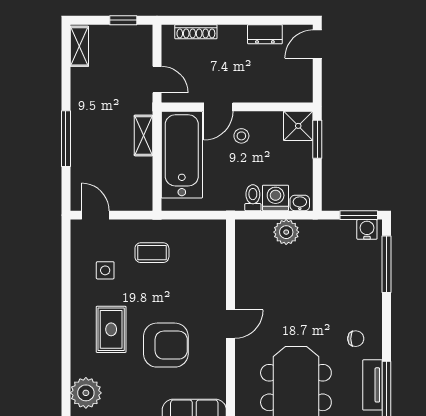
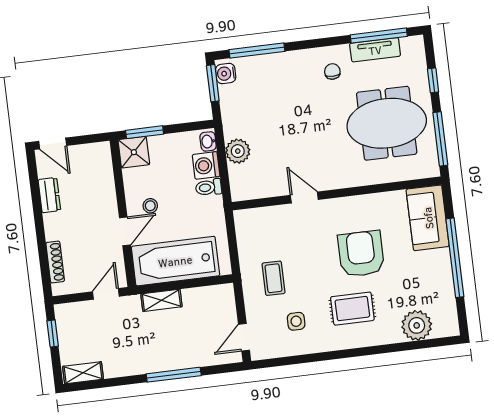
door: (218, 107) -> (125, 231), hinge flipped
door: (231, 324) -> (304, 197), moved

